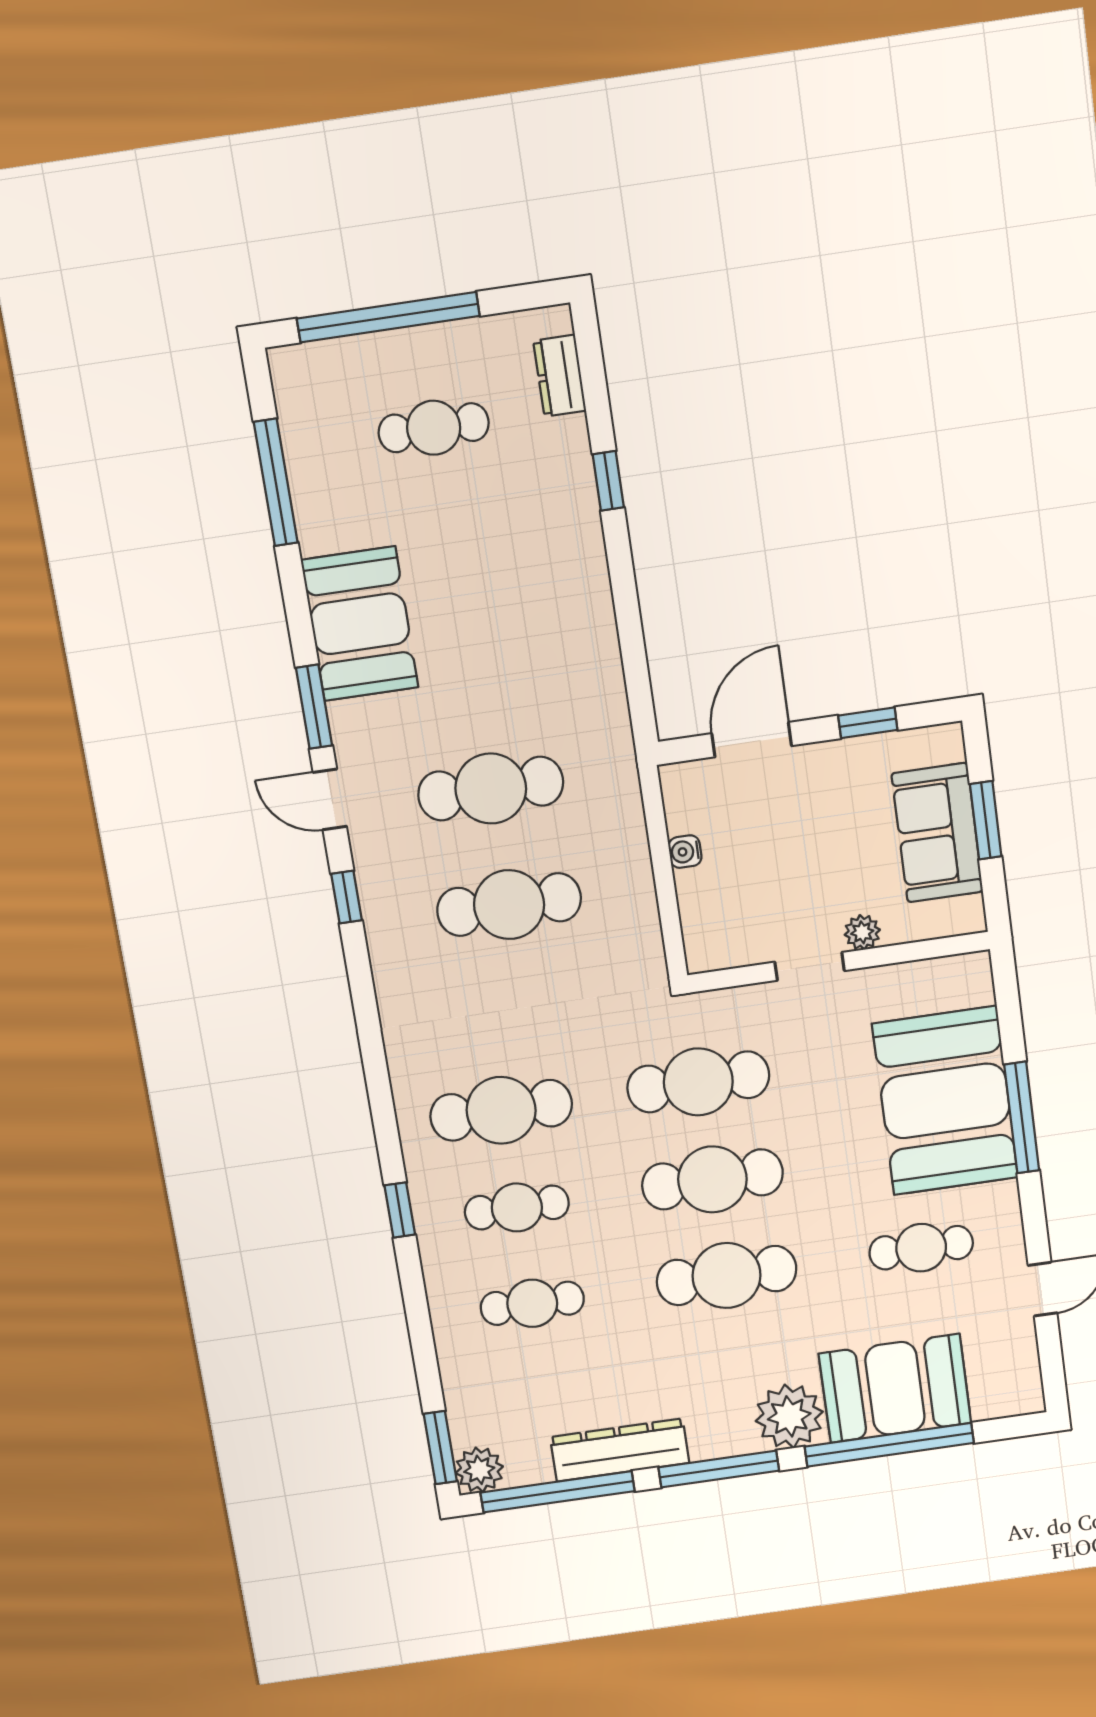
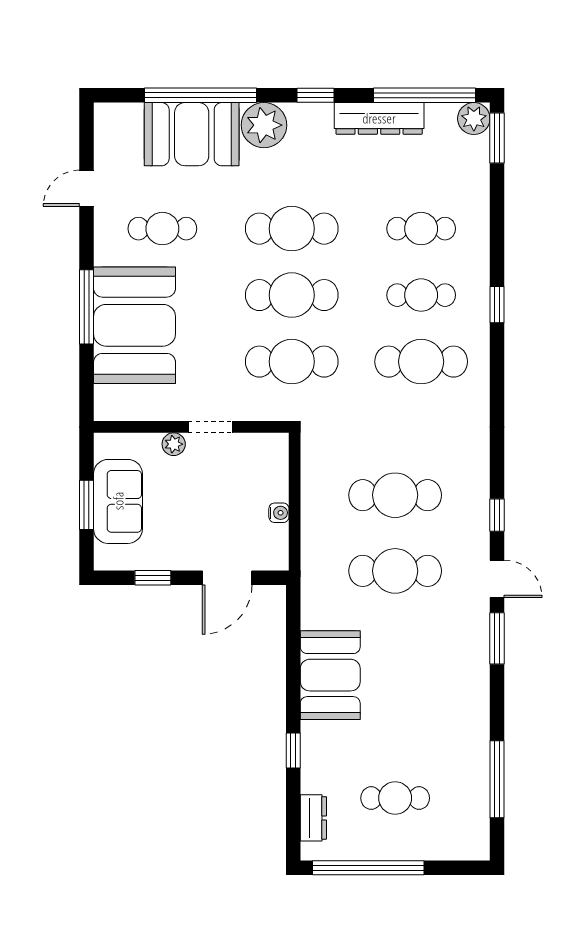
window: (388, 317) -> (368, 868), moved
booth: (360, 624) -> (330, 675), moved
window: (719, 1469) -> (316, 95), width x0.46

